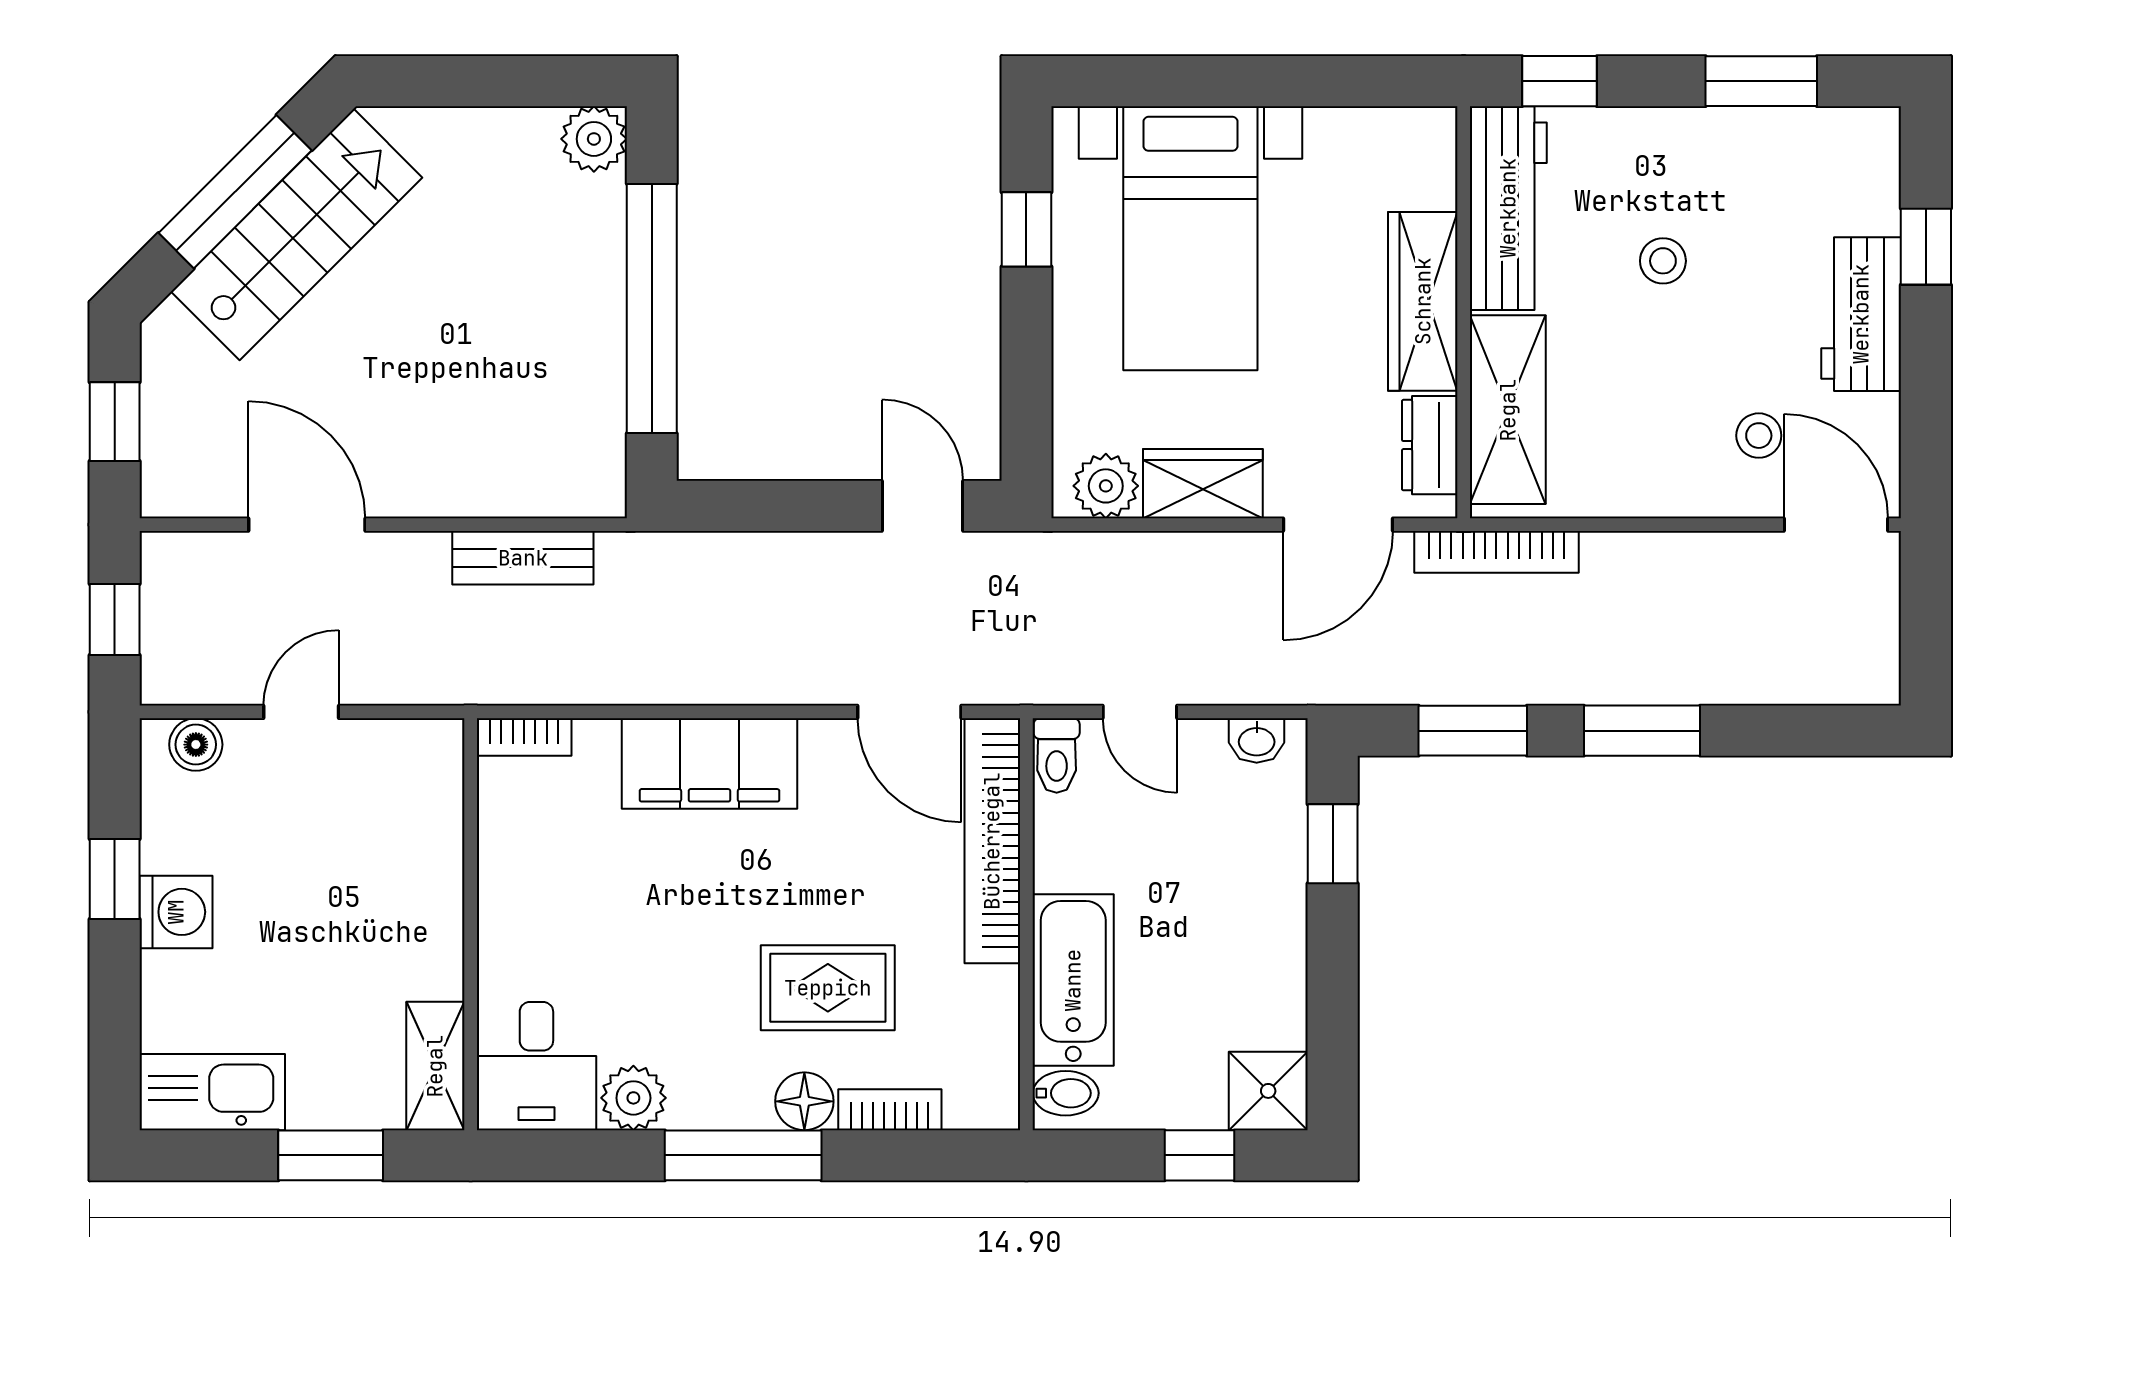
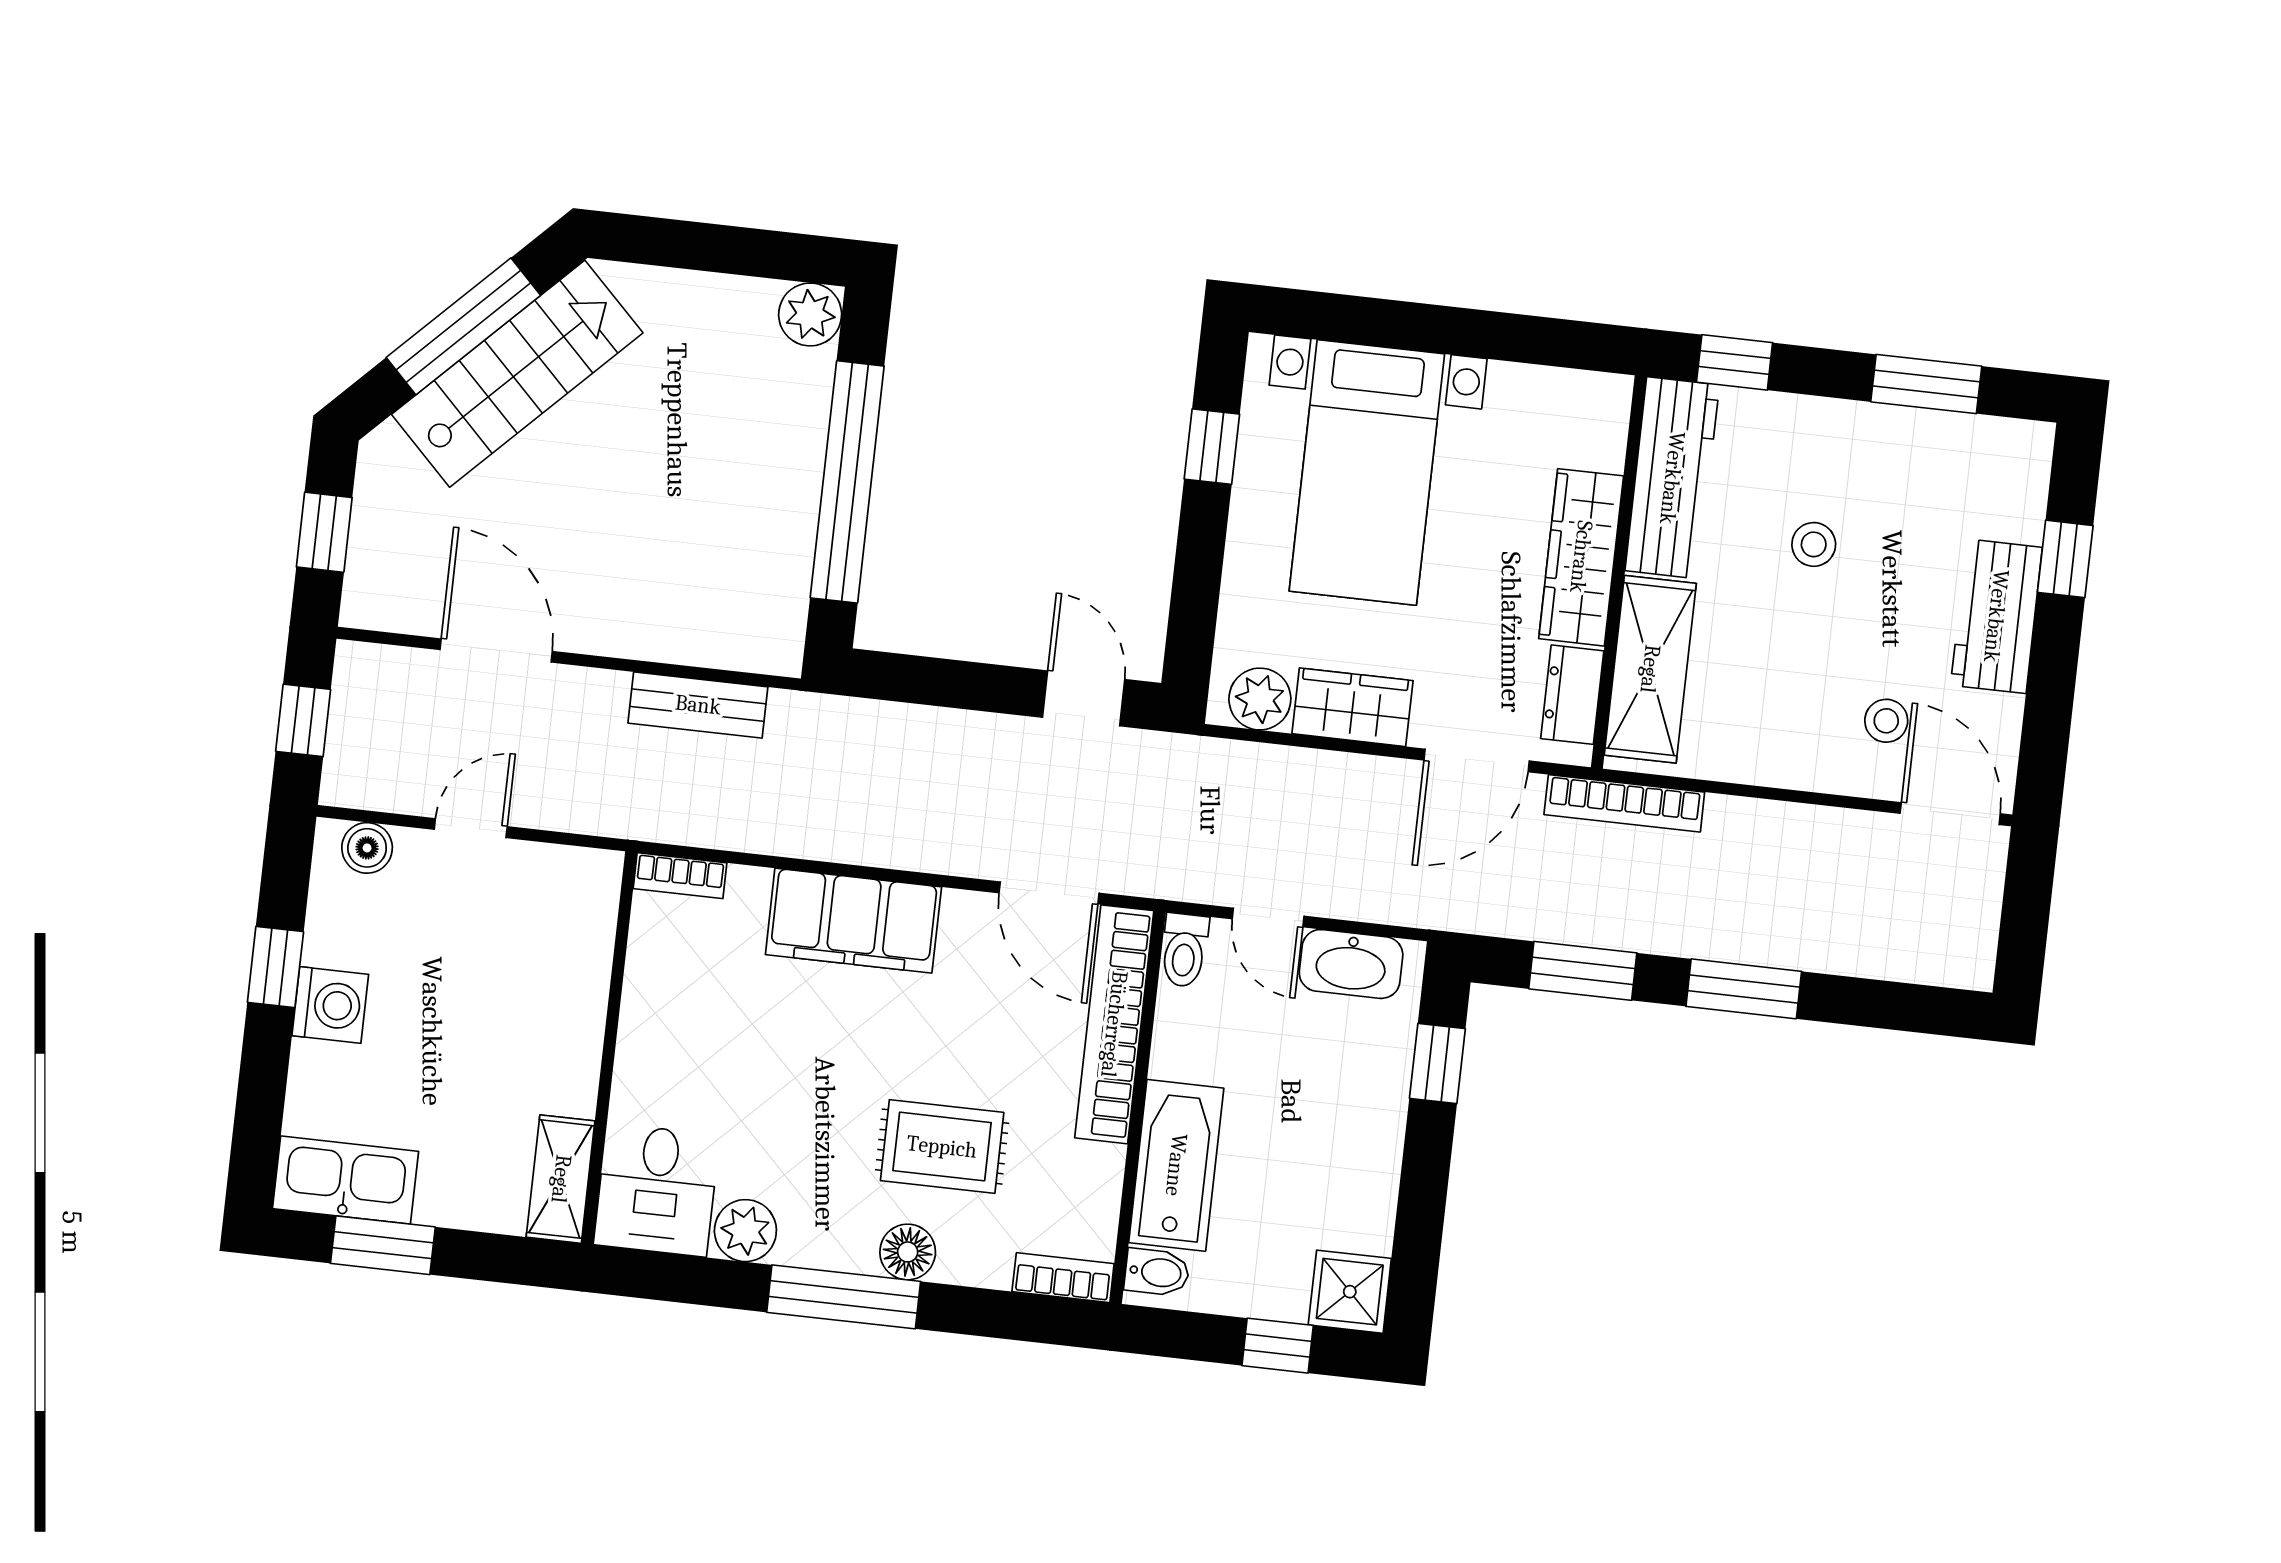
washbasin: (1257, 740) -> (1351, 964), width x1.91, depth x1.45
bookcase: (890, 1110) -> (1063, 1278), moved
window: (331, 1155) -> (383, 1245), moved

